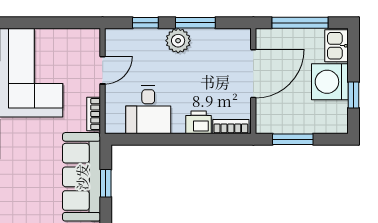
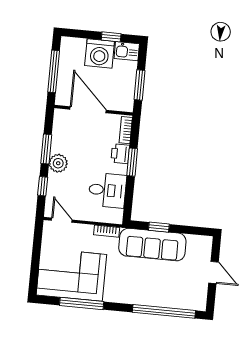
kitchen sink: (336, 46) -> (127, 51), moved
door: (103, 70) -> (62, 220), moved
window: (189, 139) -> (132, 162), added

